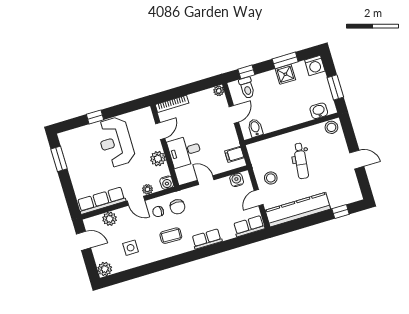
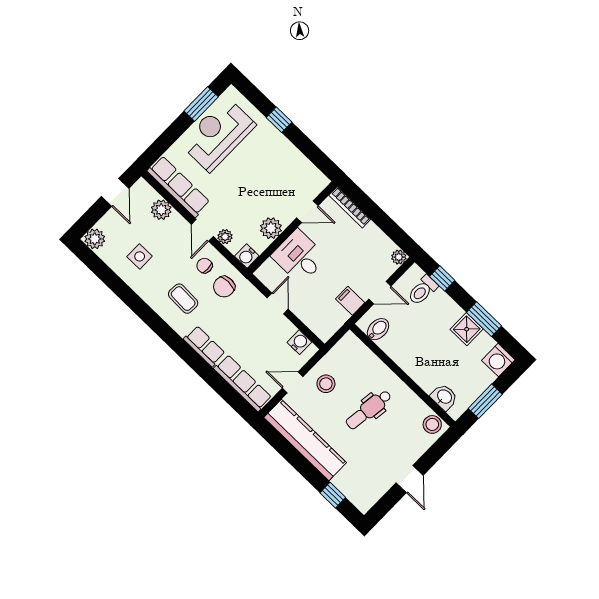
reception desk: (116, 142) -> (218, 134), moved
filing cabinet: (234, 154) -> (350, 301), moved
row of seats: (249, 226) -> (243, 383), width x1.48

